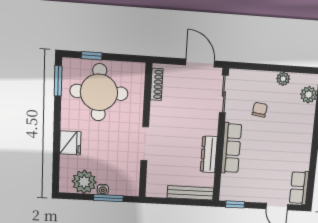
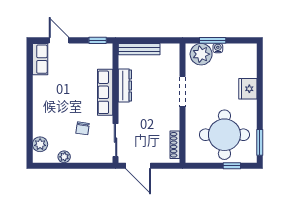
plant: (84, 182) -> (201, 54), moved

